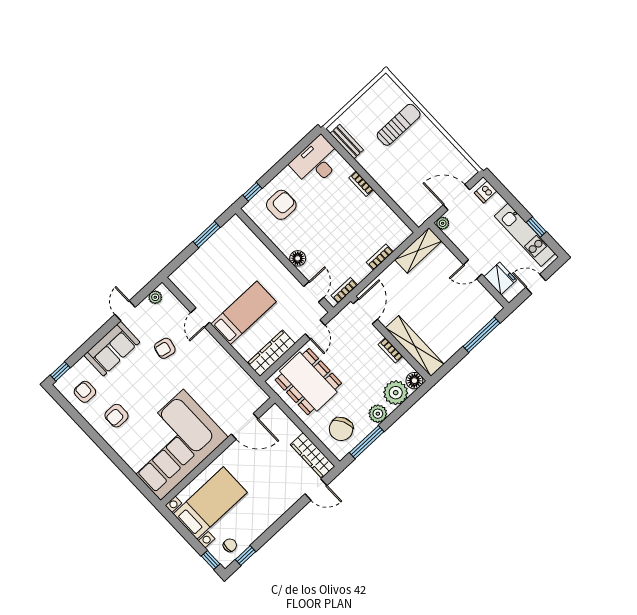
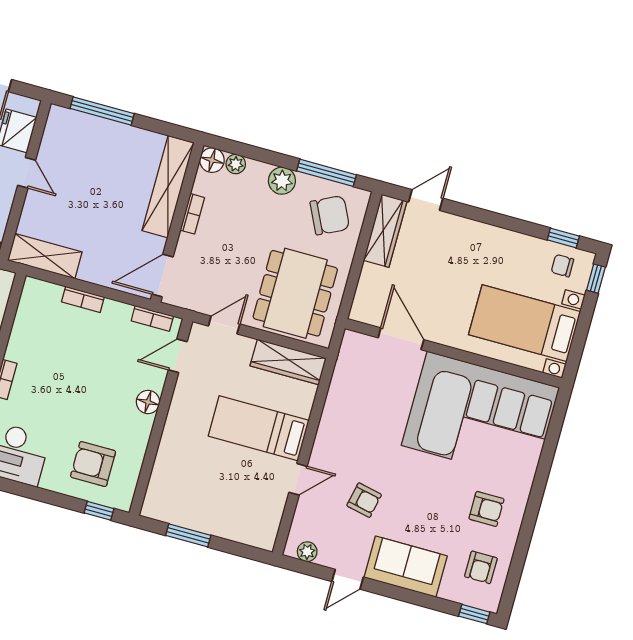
plant: (396, 393) -> (236, 164), width x0.53, depth x0.53
door: (316, 490) -> (426, 200), hinge flipped

